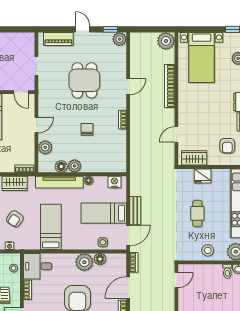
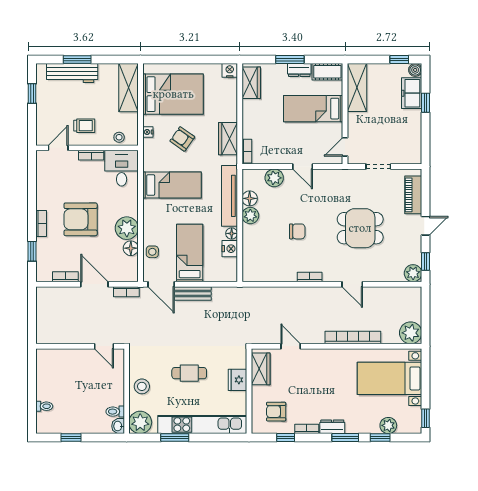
nightstand: (114, 182) -> (230, 249), moved

